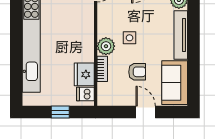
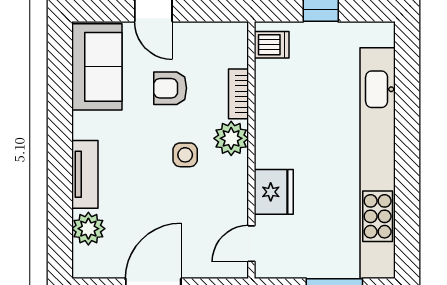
tv unit: (181, 35) -> (85, 174), width x0.71
fridge: (84, 74) -> (274, 192), moved

